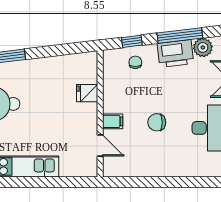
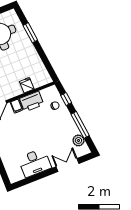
printer: (175, 53) -> (32, 101), moved, turned -83
chair: (157, 122) -> (26, 131), removed

